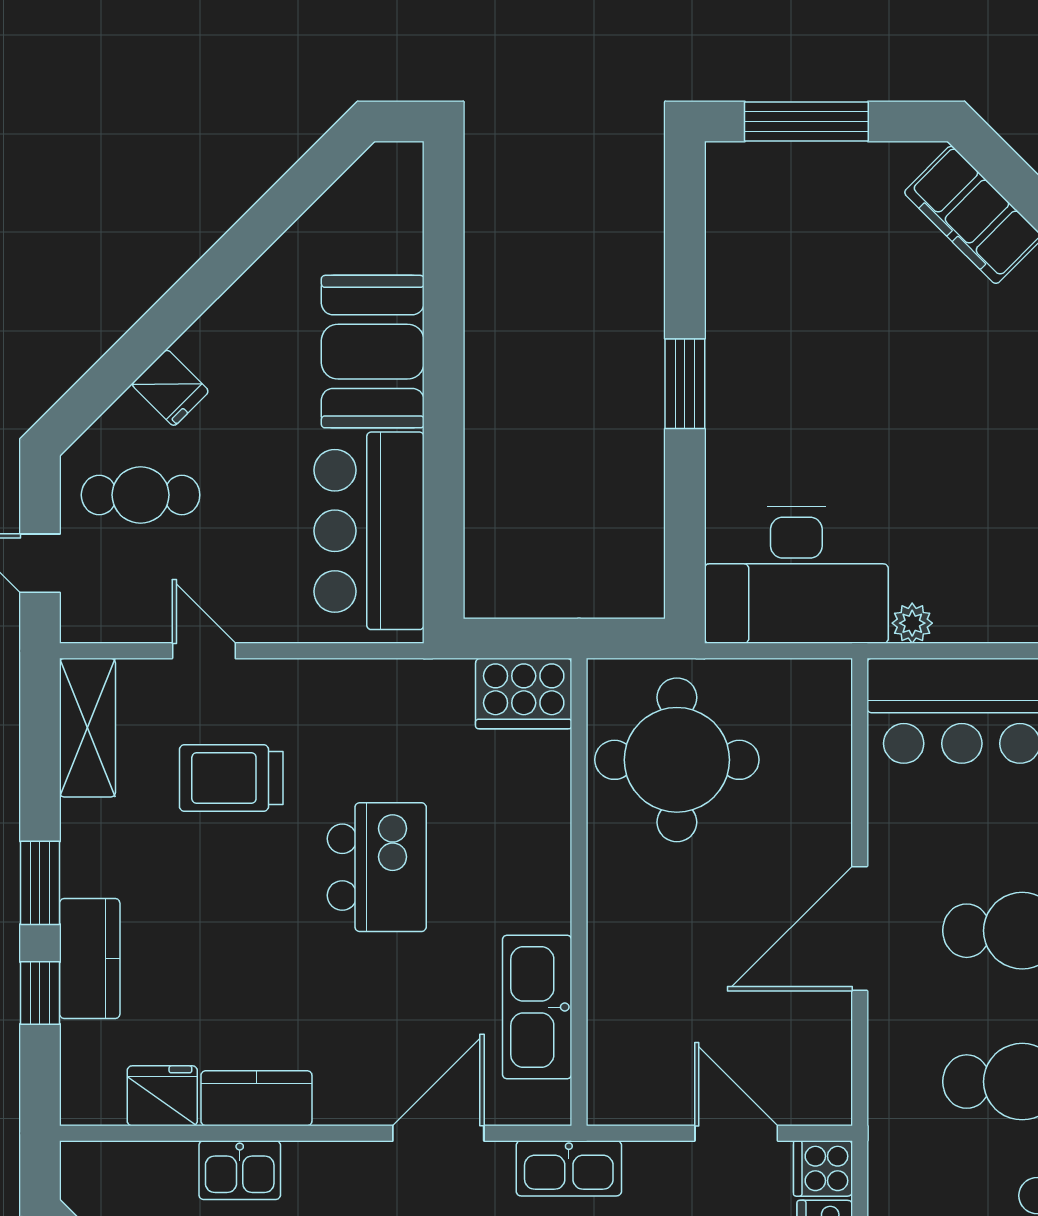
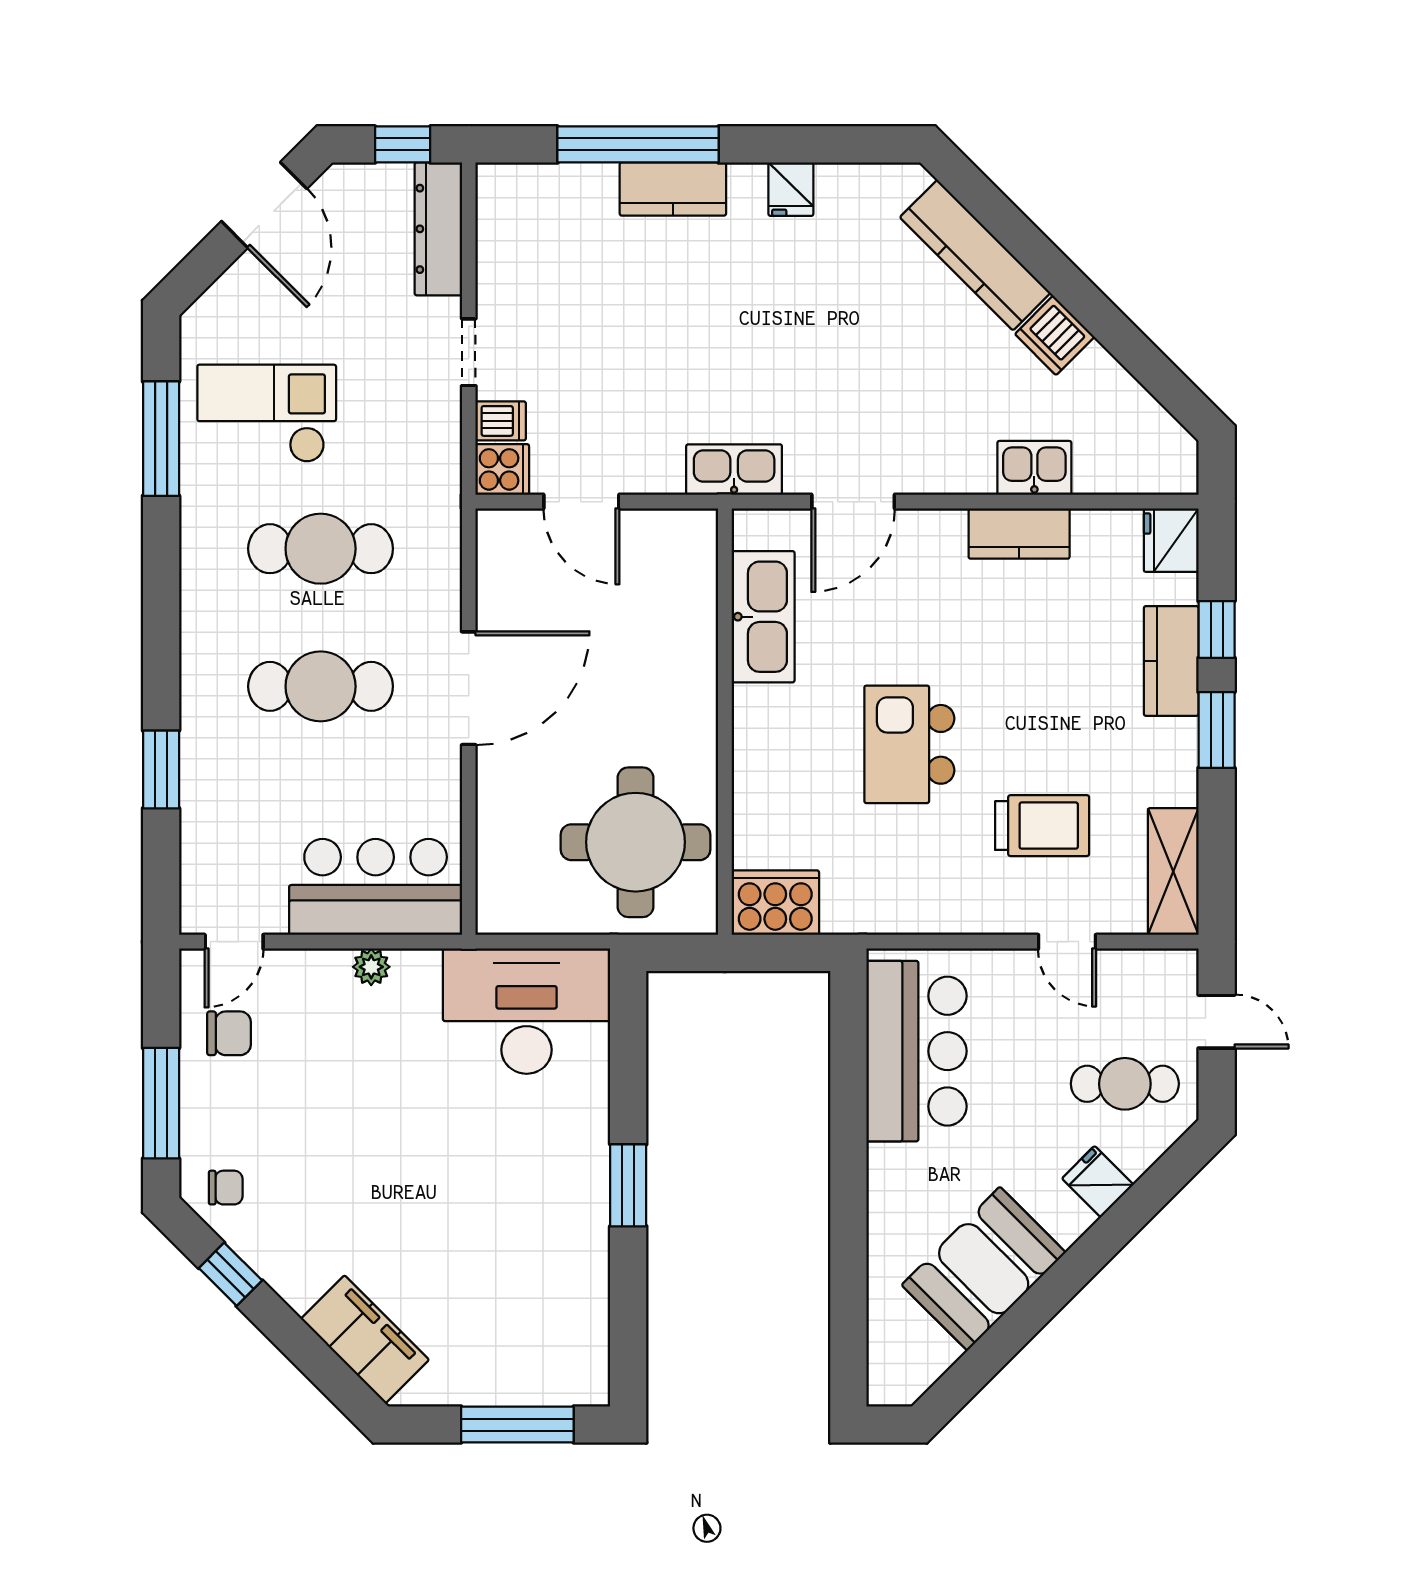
booth: (373, 352) -> (984, 1269), moved, turned 45
plant: (912, 623) -> (371, 967), moved
fridge: (162, 1096) -> (1171, 540), moved, turned 90

